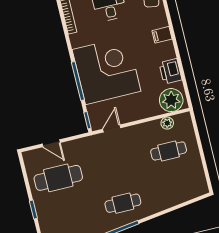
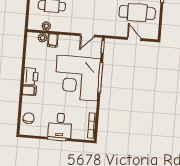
printer: (170, 71) -> (31, 76), moved
plant: (171, 100) -> (42, 38), width x0.53, depth x0.53
filing cabinet: (153, 108) -> (53, 40), added

